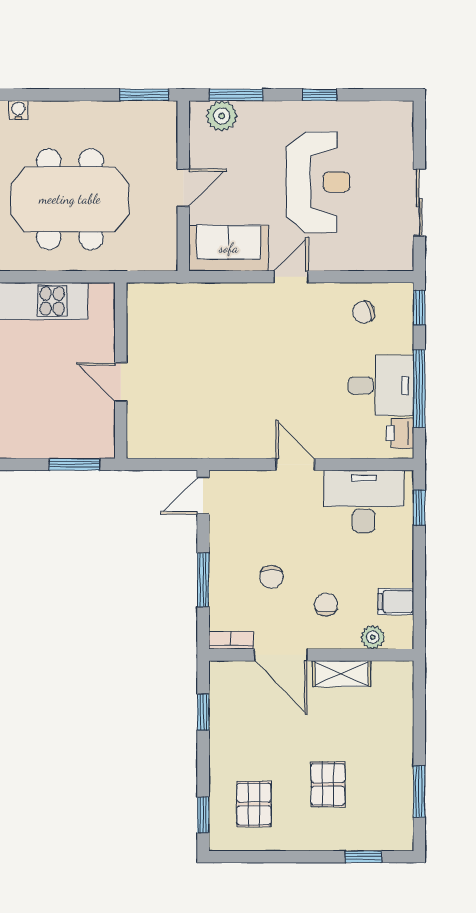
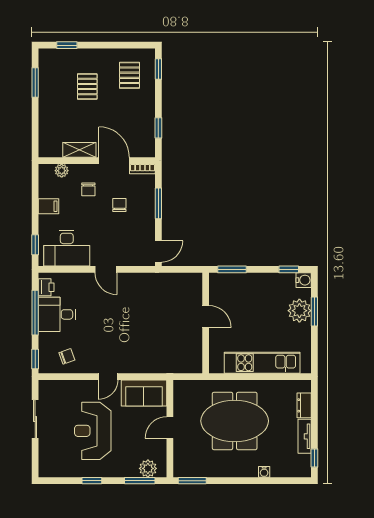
filing cabinet: (396, 602) -> (48, 206), moved

